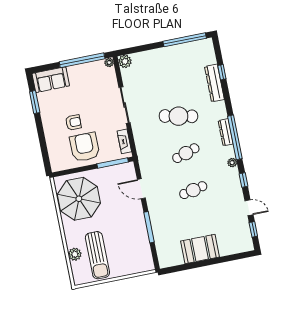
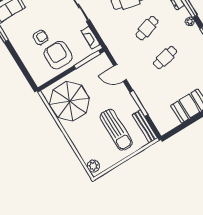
bench: (147, 253) -> (145, 126), added
plant: (75, 254) -> (93, 166), moved
sun lounger: (97, 255) -> (116, 130), moved

